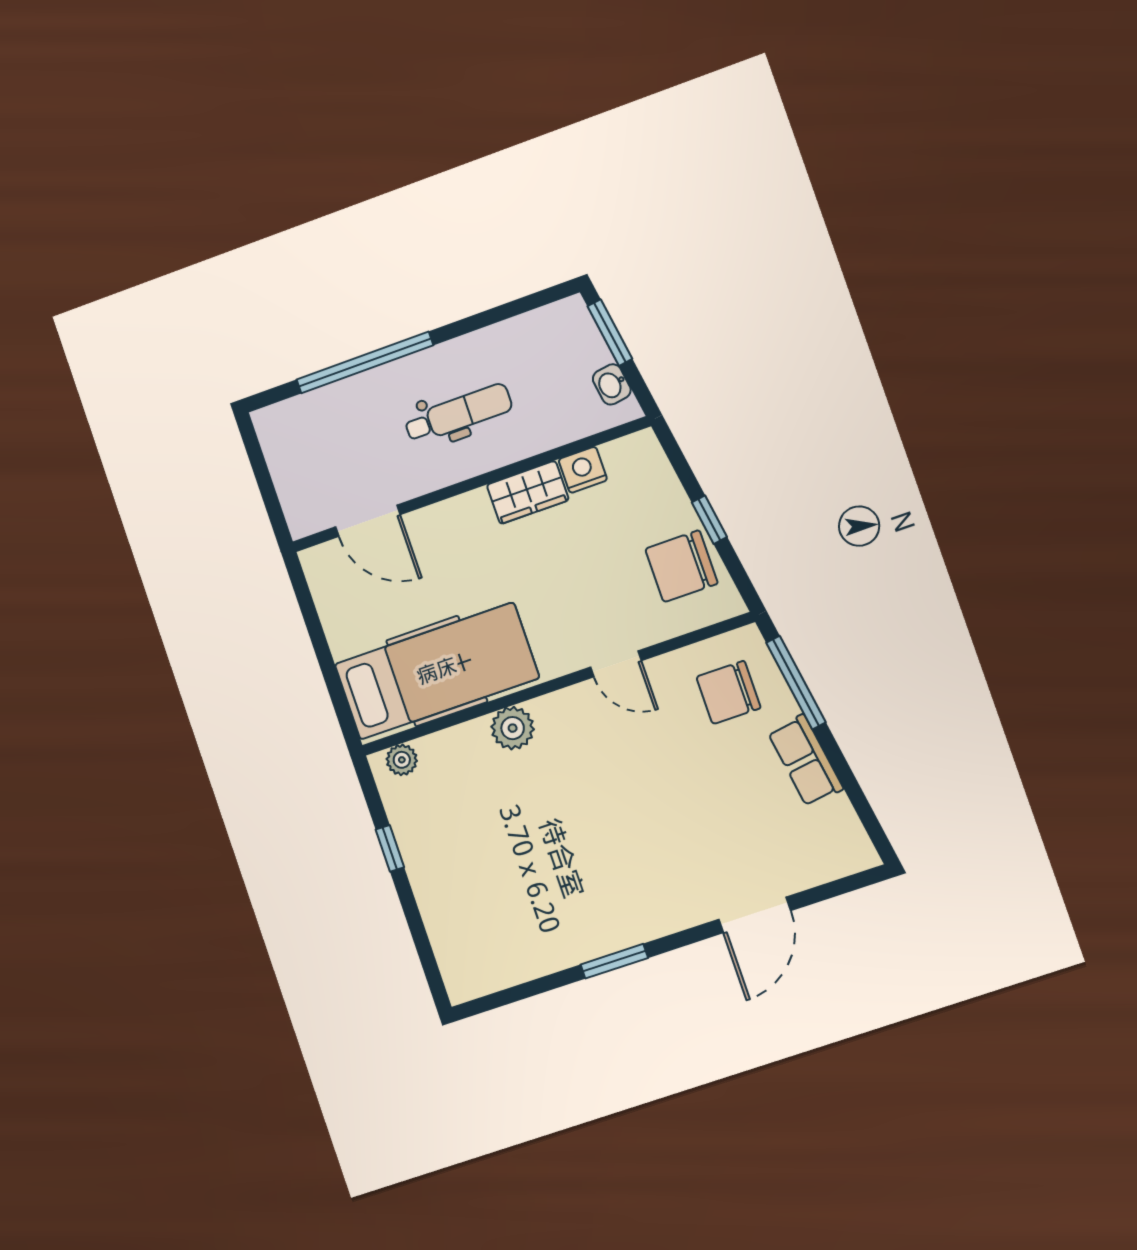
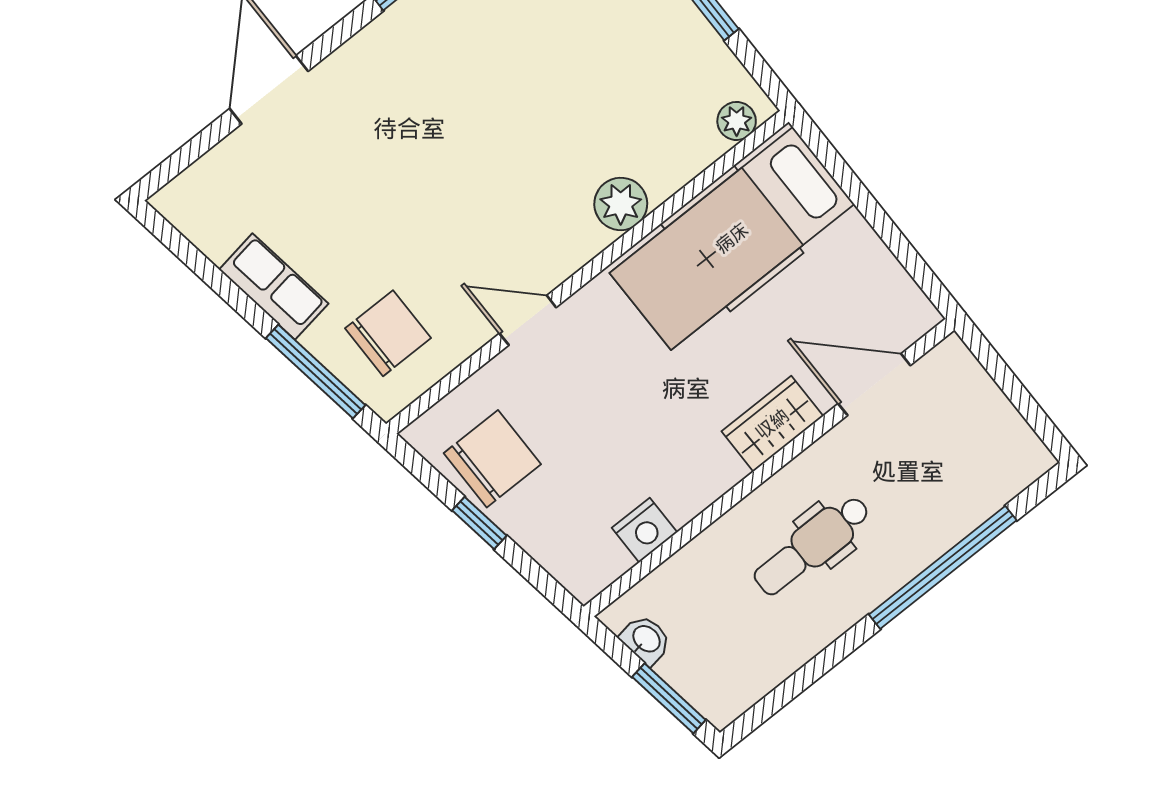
wardrobe: (528, 492) -> (772, 424), moved

